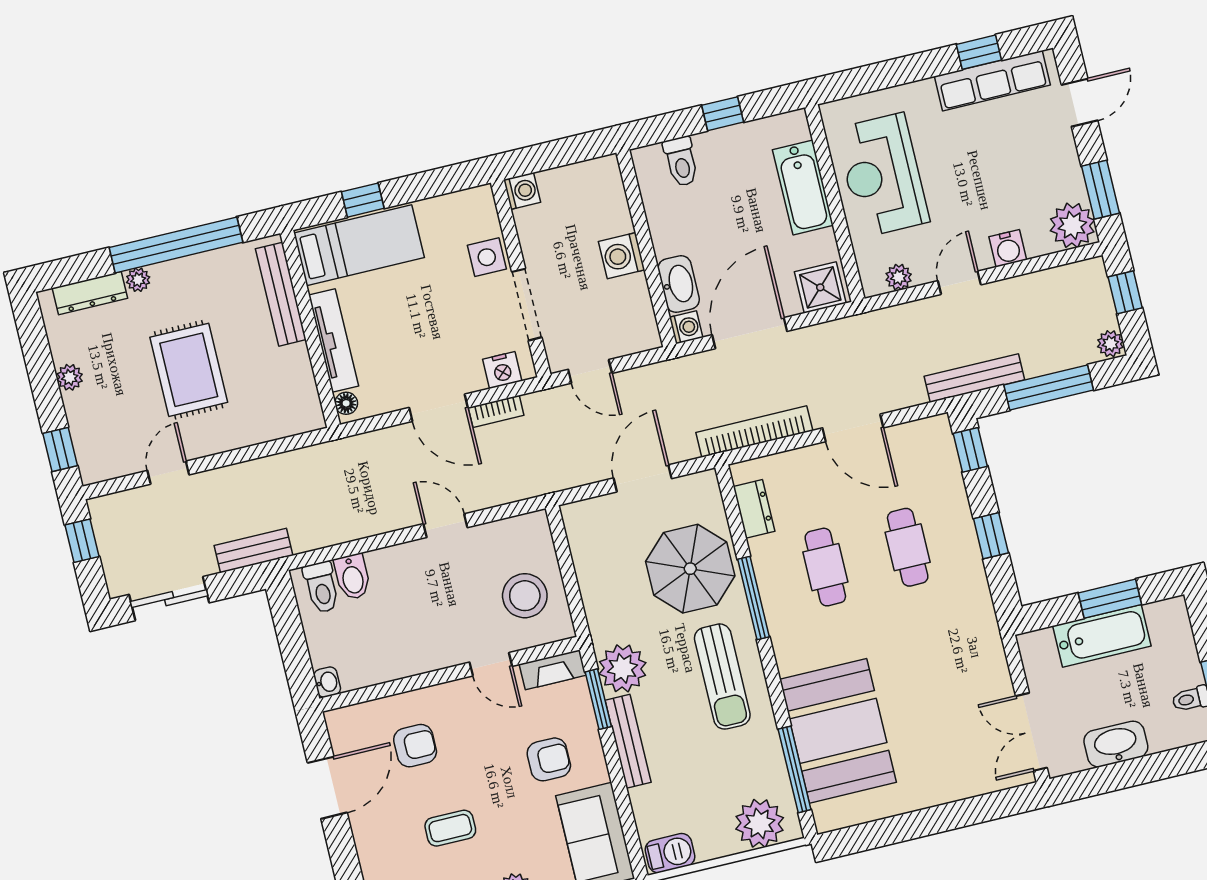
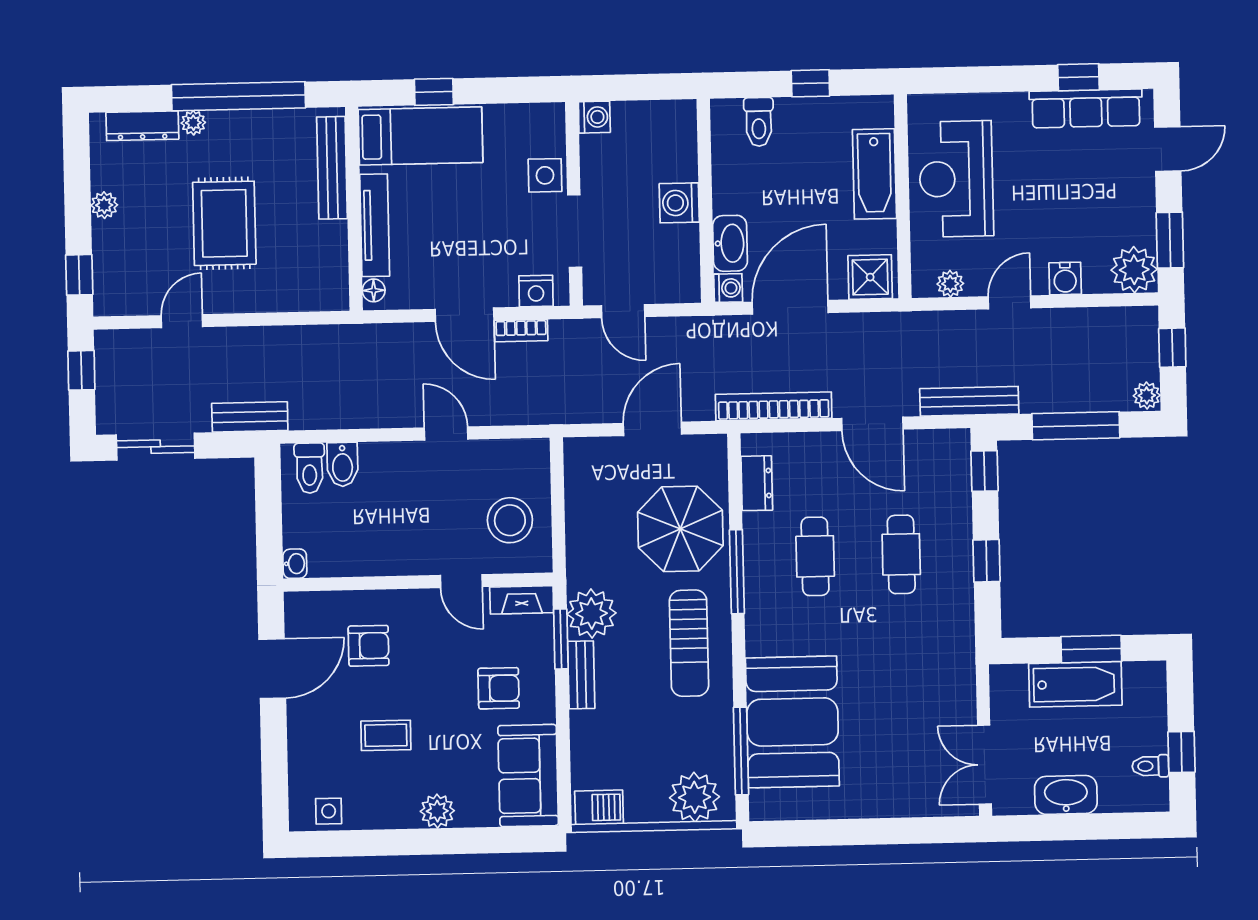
bench: (974, 378) -> (969, 401), moved
bench: (628, 741) -> (581, 675), width x0.73

